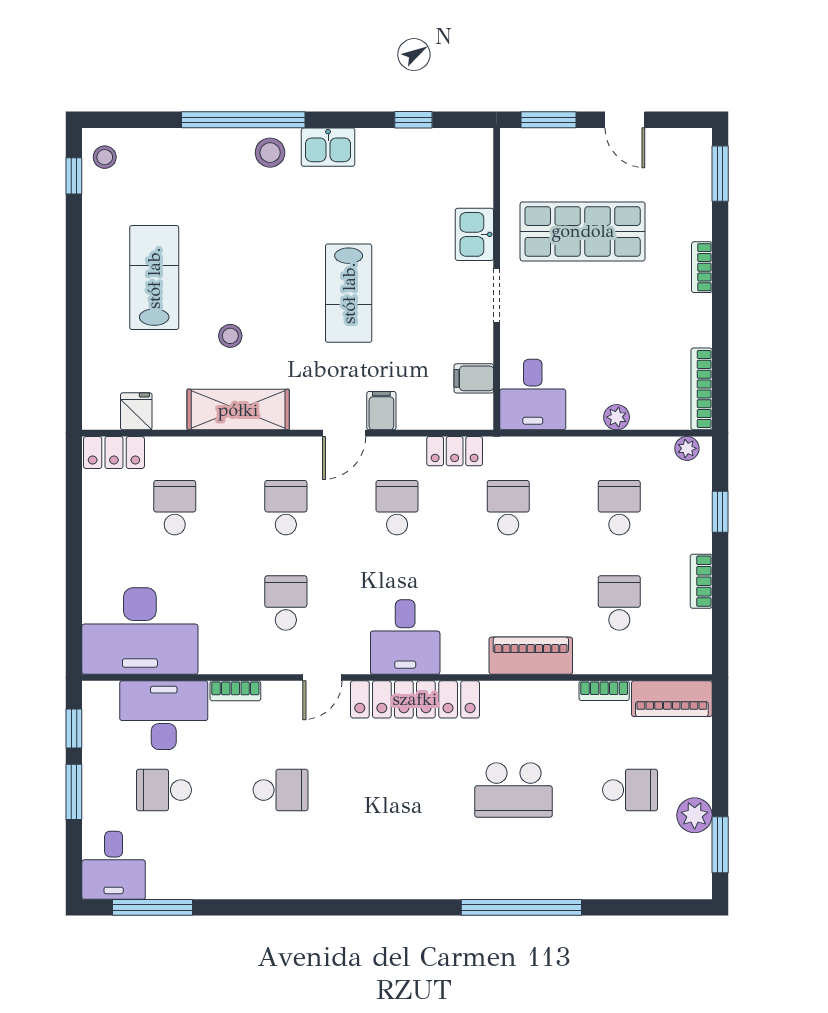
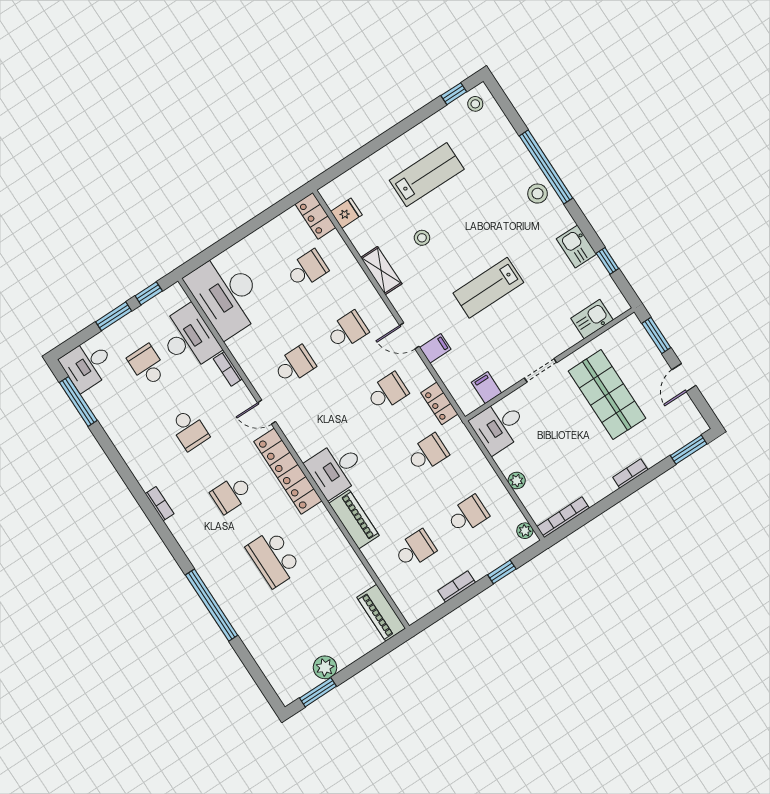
kitchen sink: (328, 147) -> (577, 246), moved
kitchen sink: (474, 234) -> (592, 319), moved
shelving: (238, 410) -> (381, 271), width x0.67, depth x0.75
desk: (405, 637) -> (336, 469), moved
bookcase: (604, 691) -> (159, 504), moved, turned 180
school desk: (630, 790) -> (231, 494), moved, turned 90

